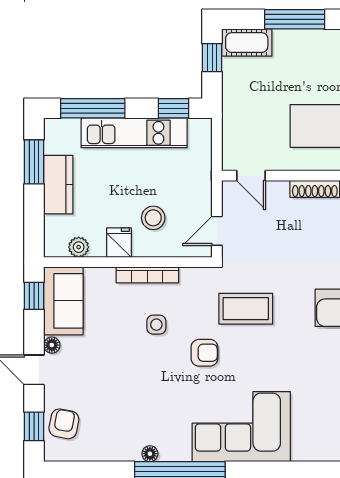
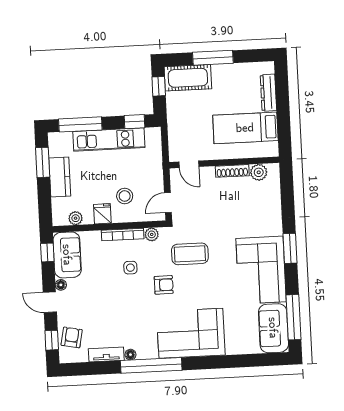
cot: (247, 43) -> (188, 78), width x1.37, depth x1.34
plant: (191, 277) -> (152, 234), added
tv unit: (114, 452) -> (106, 354), added

